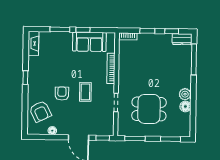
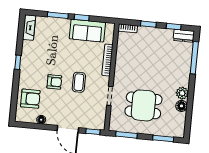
armchair: (62, 93) -> (54, 82), turned 90
armchair: (40, 111) -> (30, 99), turned -64

